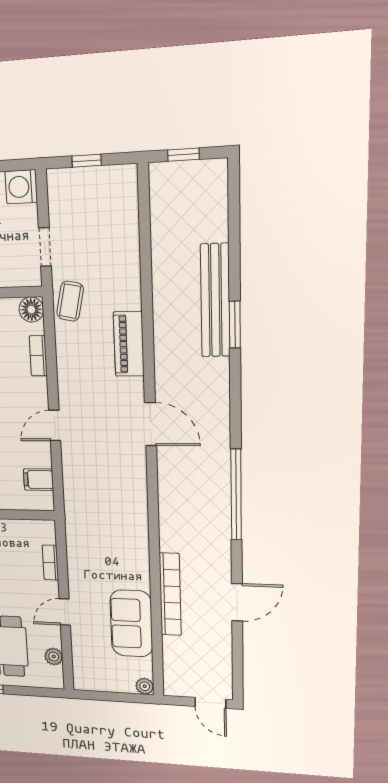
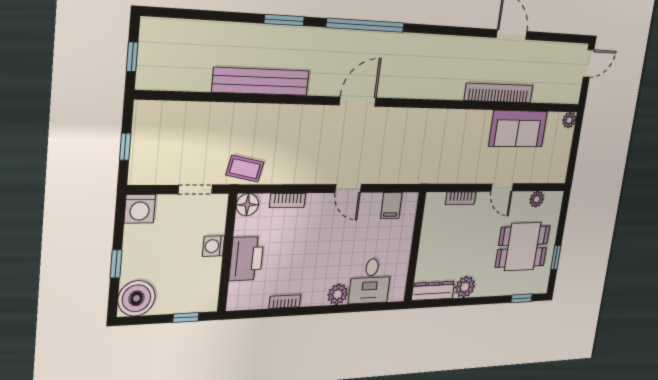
bench: (215, 301) -> (261, 81), moved
piano: (129, 344) -> (288, 117), removed
window: (236, 495) -> (365, 25), moved

